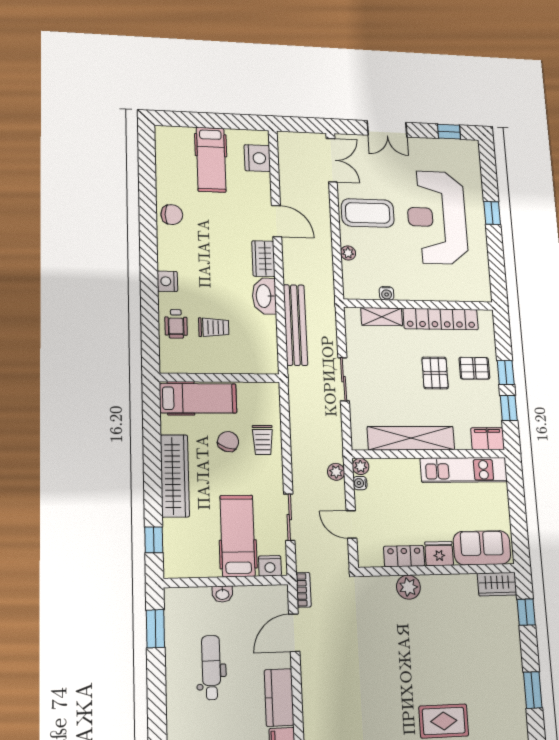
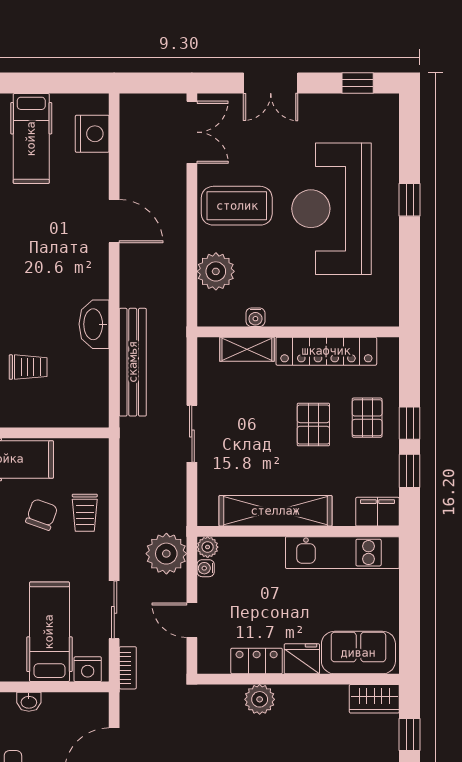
plant: (348, 253) -> (216, 271), width x1.88, depth x1.88
wardrobe: (263, 259) -> (95, 274), removed
pallet: (474, 368) -> (367, 418), turned 90
plant: (336, 472) -> (166, 554), width x1.87, depth x1.87
bookcase: (304, 590) -> (128, 668), moved

